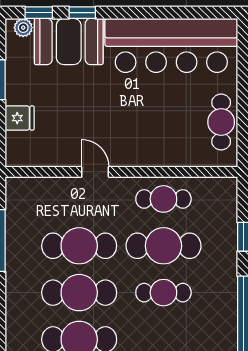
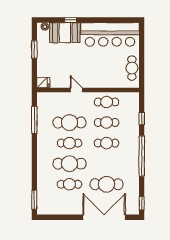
window: (39, 13) -> (52, 20), removed
fridge: (20, 118) -> (43, 83), moved
cafe table: (163, 246) -> (107, 123), width x0.73, depth x0.74
cafe table: (79, 293) -> (69, 143), width x0.73, depth x0.74

